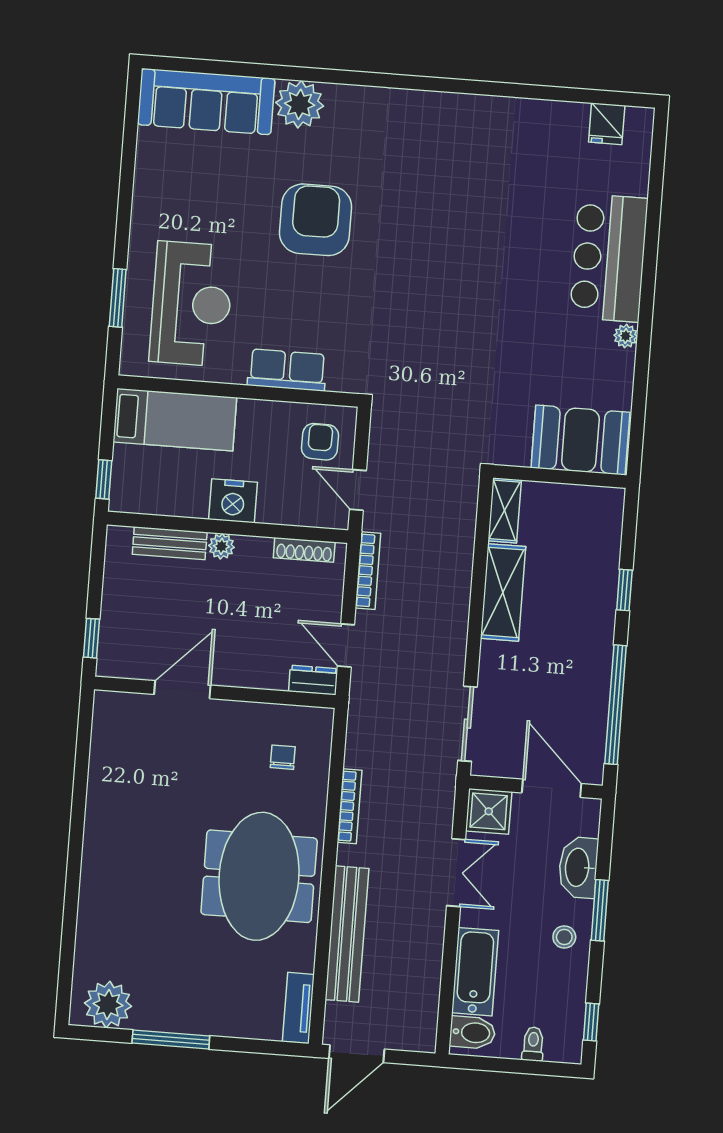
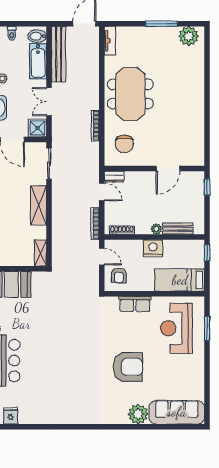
armchair: (315, 220) -> (128, 367), turned -90
shelving: (503, 592) -> (39, 205), moved
chair: (283, 757) -> (124, 144), width x1.87, depth x1.87
bench: (347, 934) -> (59, 54), moved

